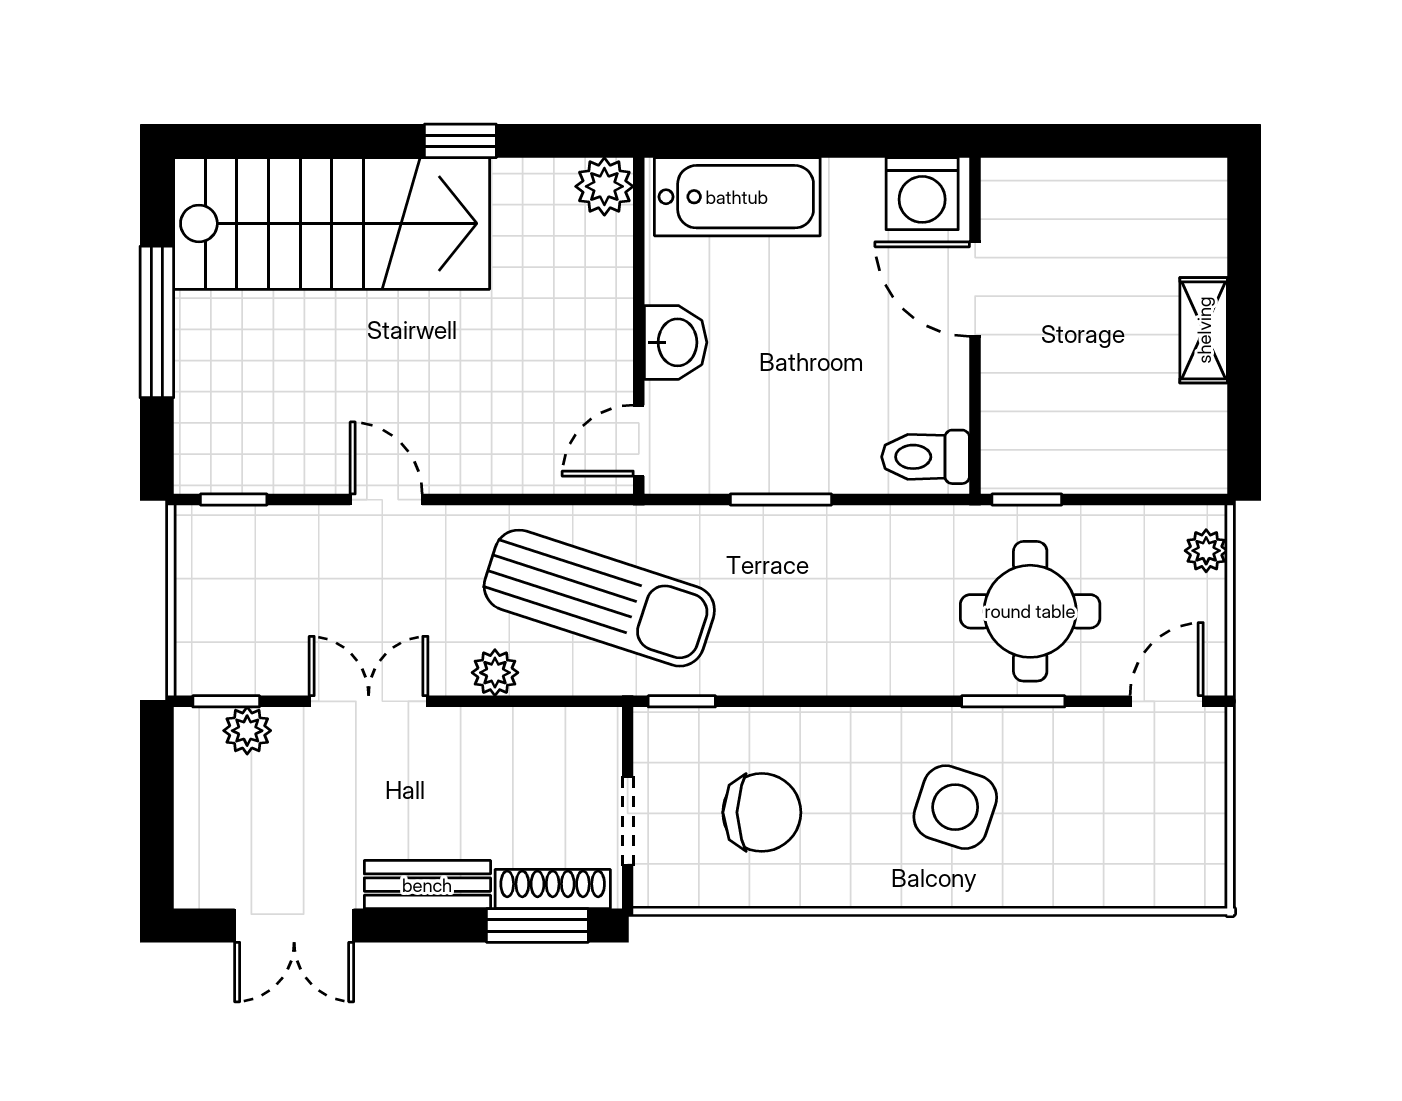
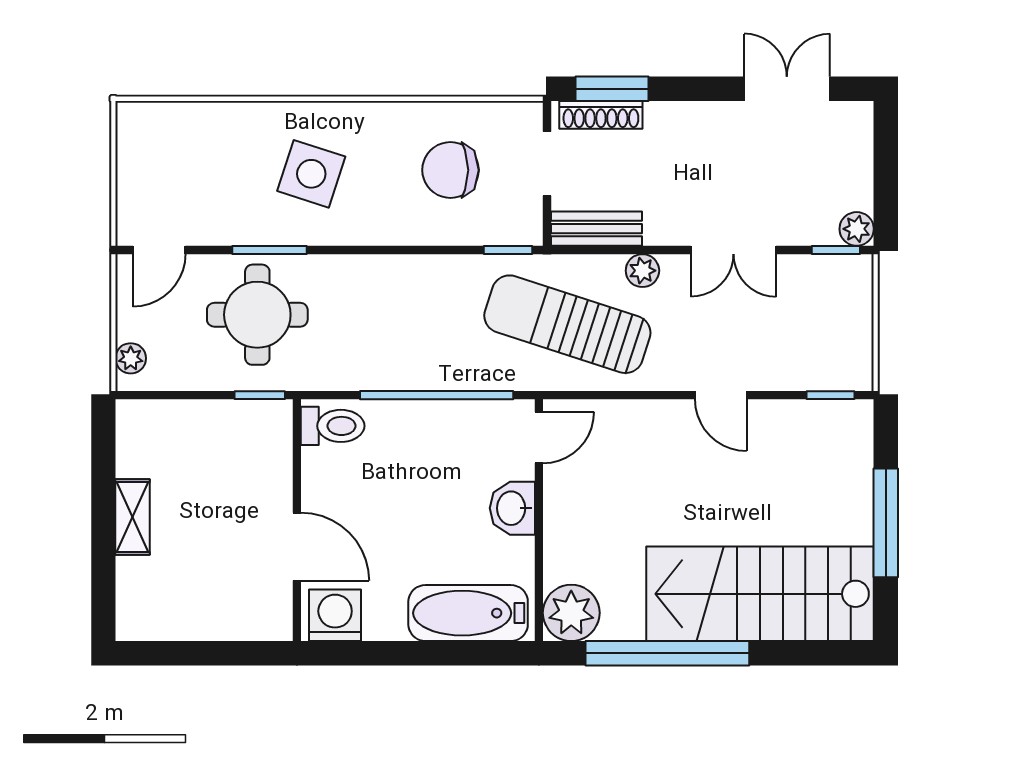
window: (460, 141) -> (667, 653), width x3.17
plant: (604, 186) -> (571, 613), width x1.36, depth x1.36
window: (781, 500) -> (437, 395), width x2.11
plant: (247, 731) -> (857, 229), moved
bench: (427, 885) -> (596, 229), moved

